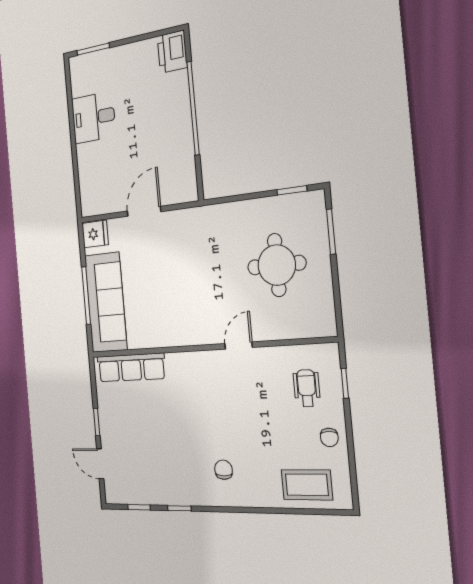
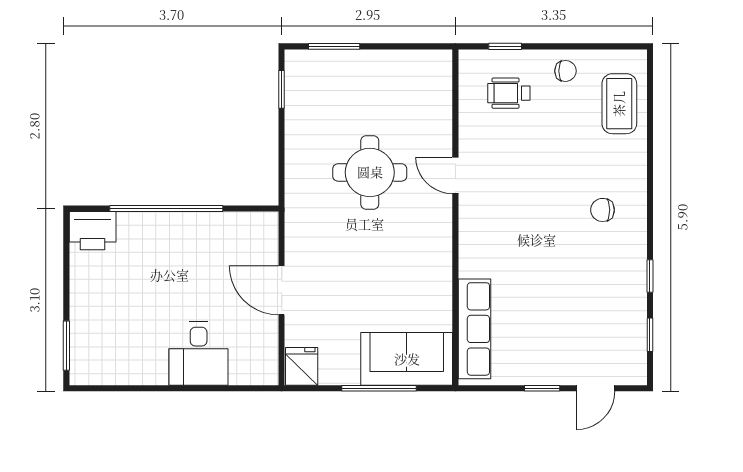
desk: (94, 118) -> (199, 354), moved
round table: (277, 265) -> (370, 172), moved
sofa: (106, 302) -> (407, 359), width x0.73

